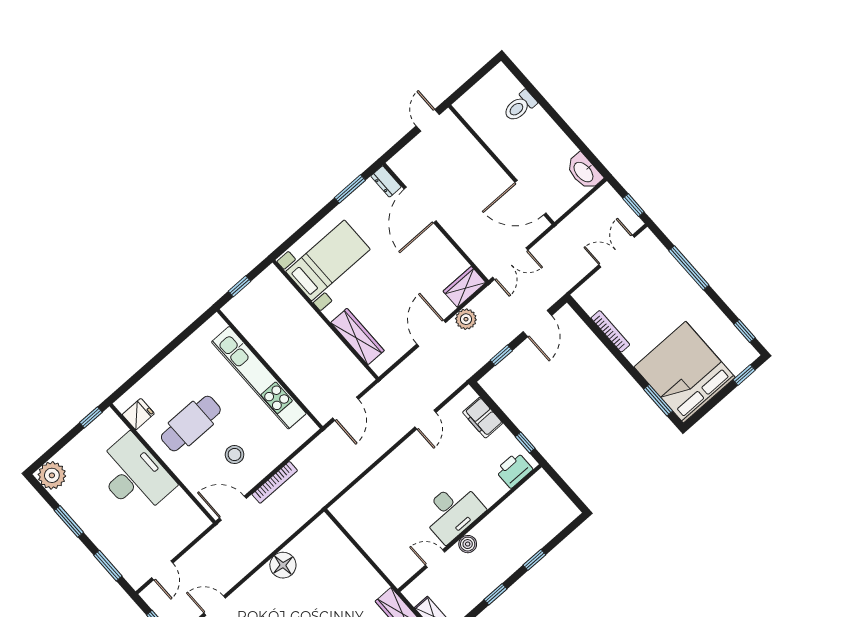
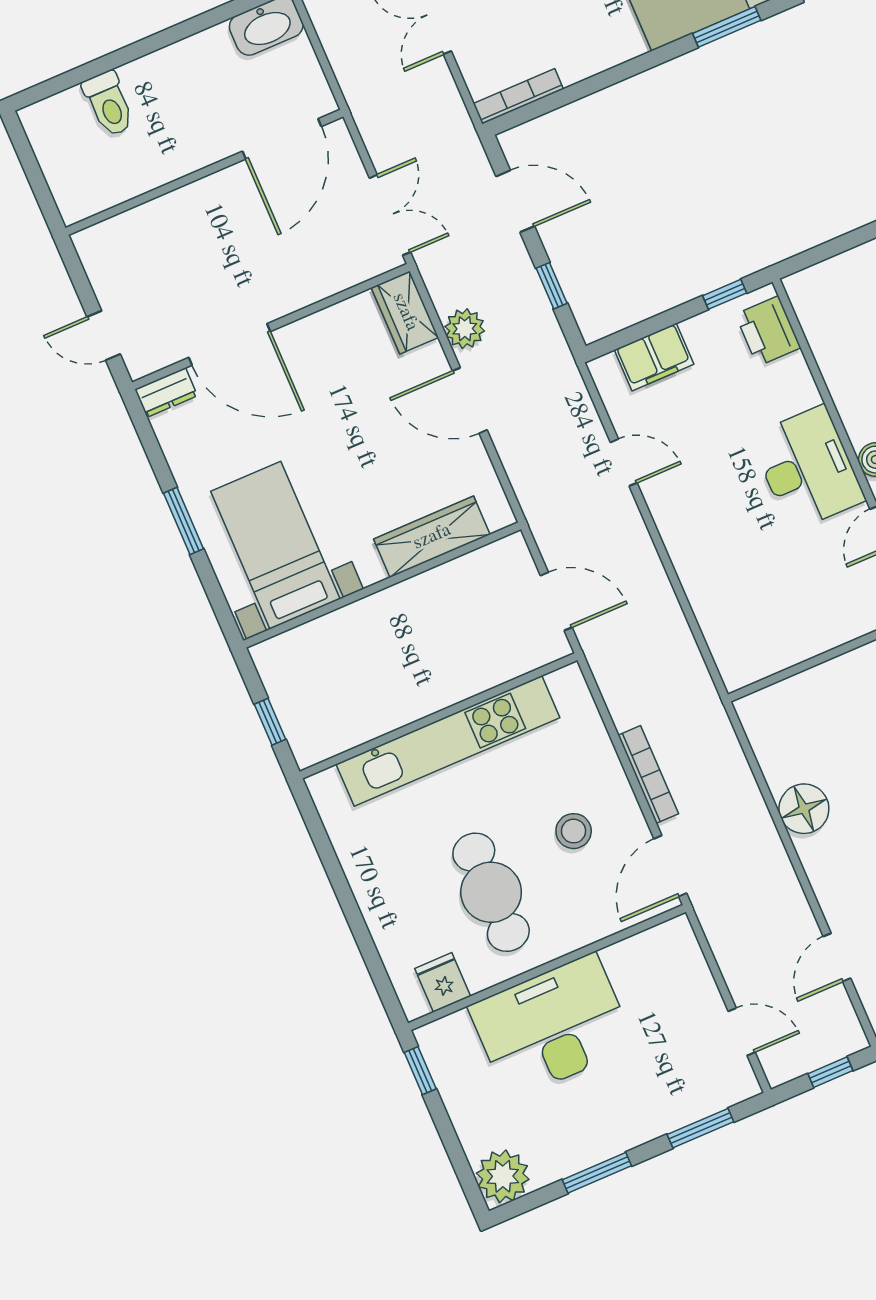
door: (428, 120) -> (104, 335), moved
window: (350, 189) -> (183, 521), moved
bookcase: (610, 331) -> (518, 96), moved

